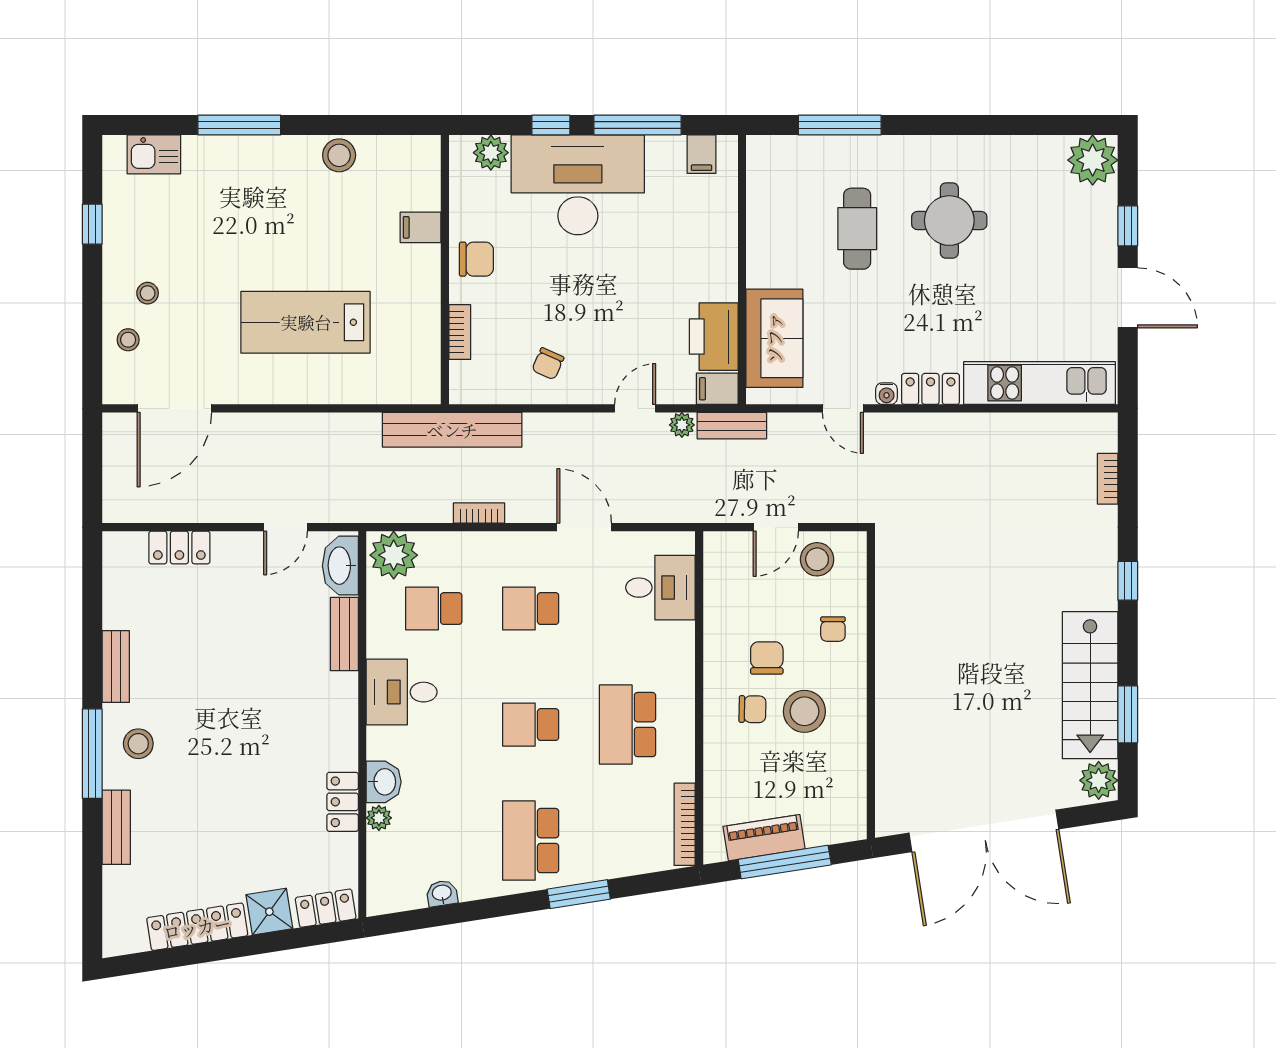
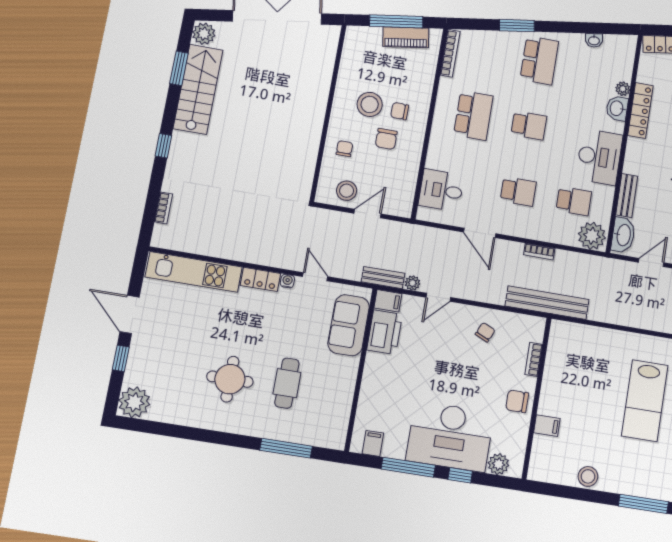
lab bench: (306, 322) -> (645, 401), moved, turned 90
desk: (402, 692) -> (599, 157), width x1.37
locker: (343, 802) -> (640, 111), width x1.53

